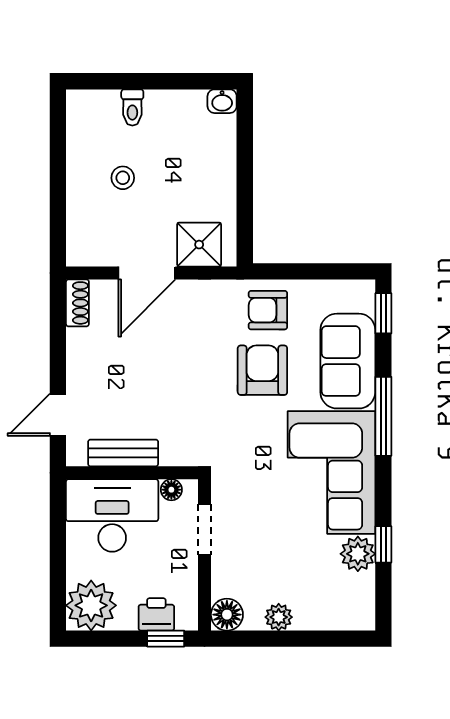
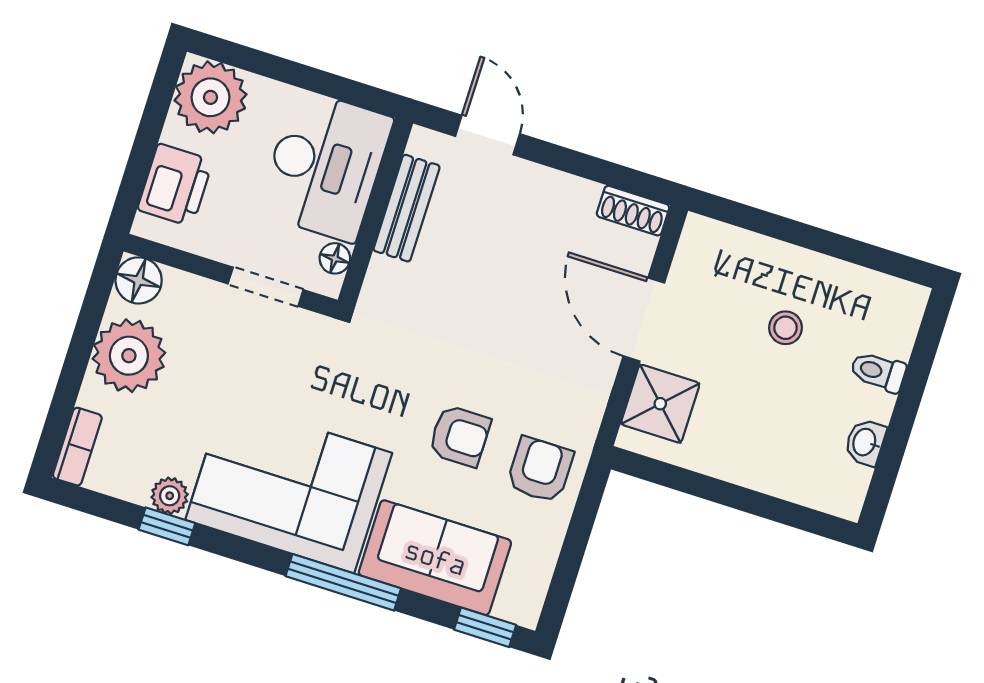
washbasin: (222, 101) -> (865, 442), moved
armchair: (262, 370) -> (460, 436), width x0.72, depth x0.72
plant: (358, 554) -> (170, 496), width x0.73, depth x0.73
printer: (156, 614) -> (175, 185), width x1.36, depth x1.24
plant: (279, 617) -> (129, 356), width x1.87, depth x1.87
bookcase: (349, 620) -> (77, 447), added
window: (166, 639) -> (132, 186), removed

